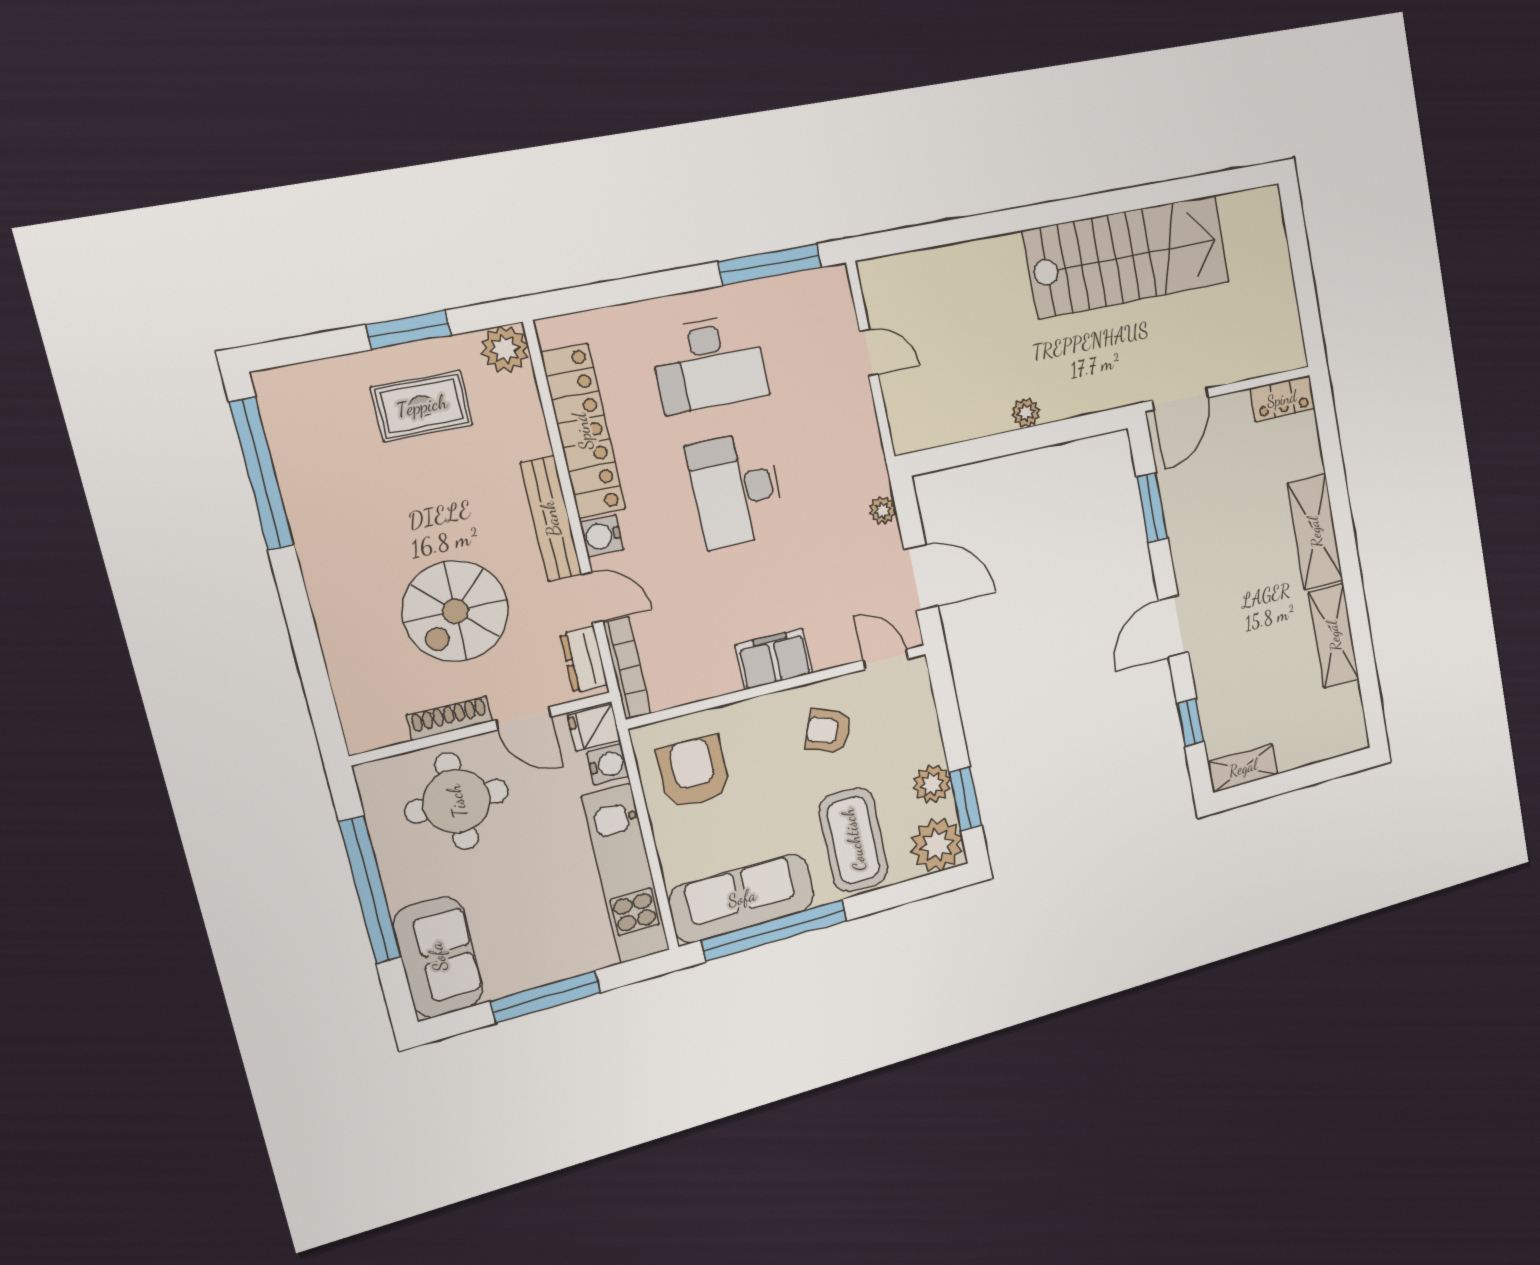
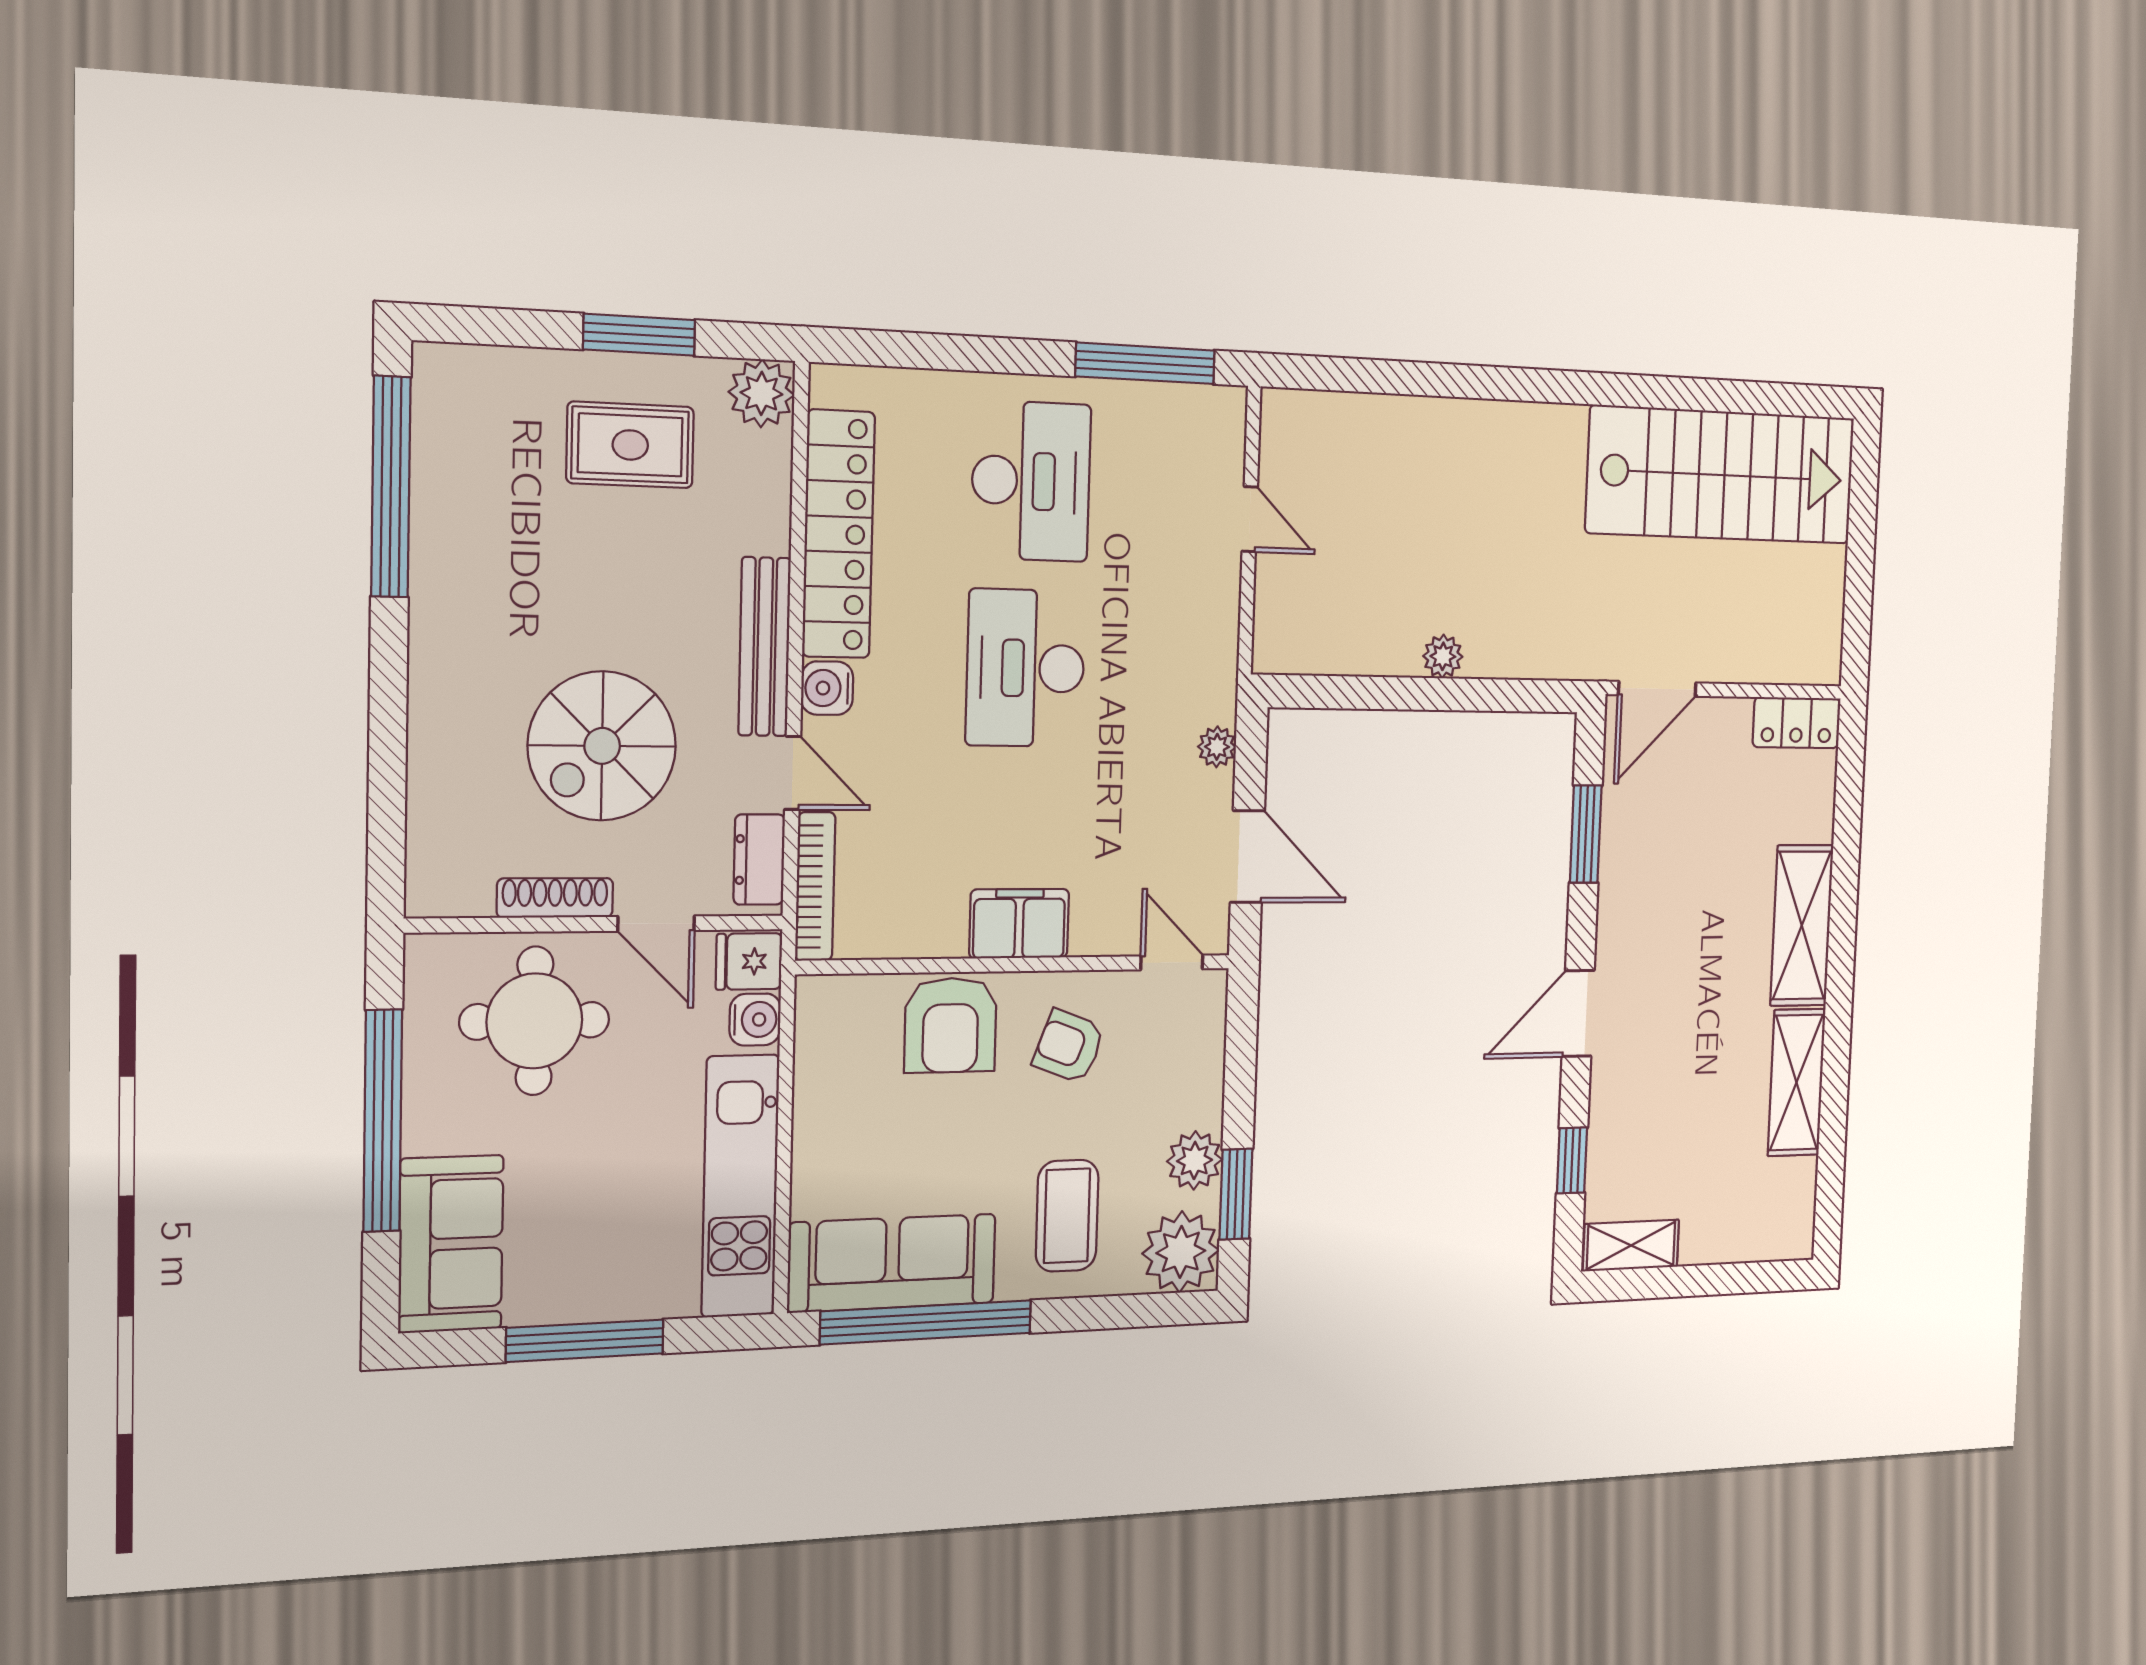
stairs: (1128, 257) -> (1721, 475), moved
desk: (709, 363) -> (1031, 481), turned -90
armchair: (694, 772) -> (951, 1025), moved, turned 180
coffee table: (854, 840) -> (1067, 1216), width x0.73, depth x0.76

